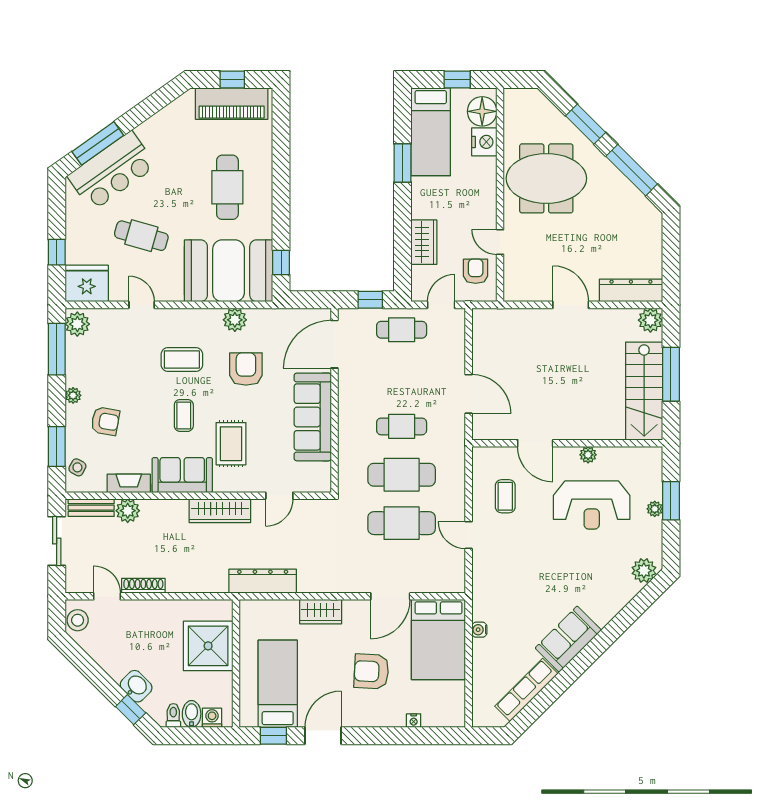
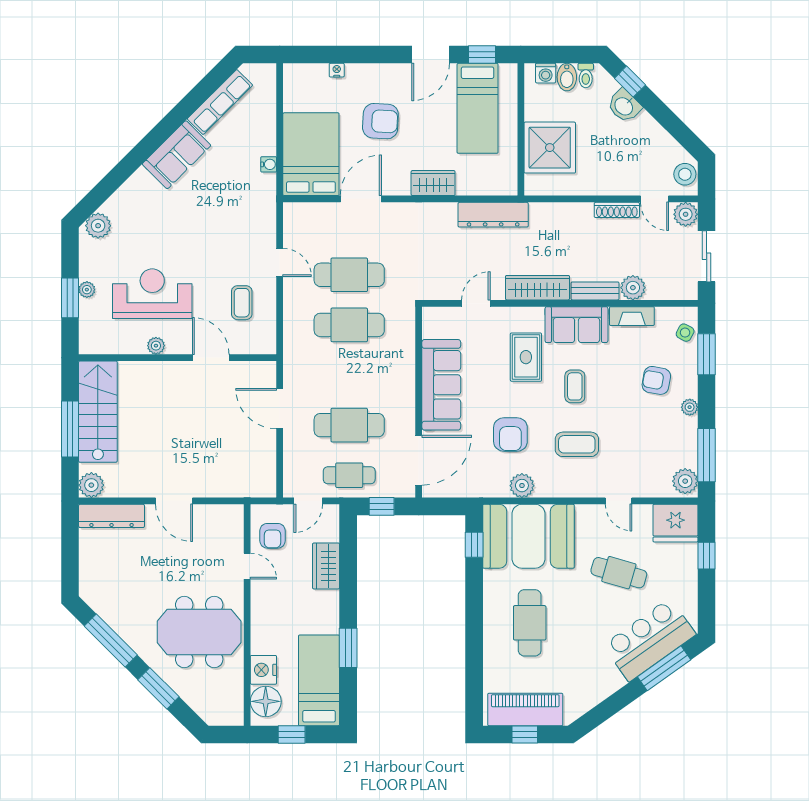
cafe table: (402, 426) -> (349, 425), moved, width x1.37, depth x1.35
bench: (91, 508) -> (595, 291), moved
plant: (77, 582) -> (686, 214), added

